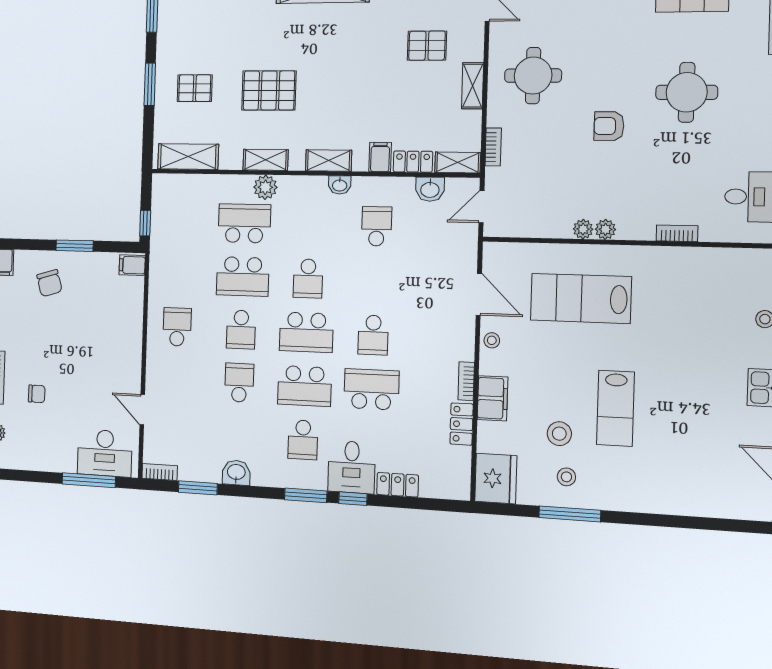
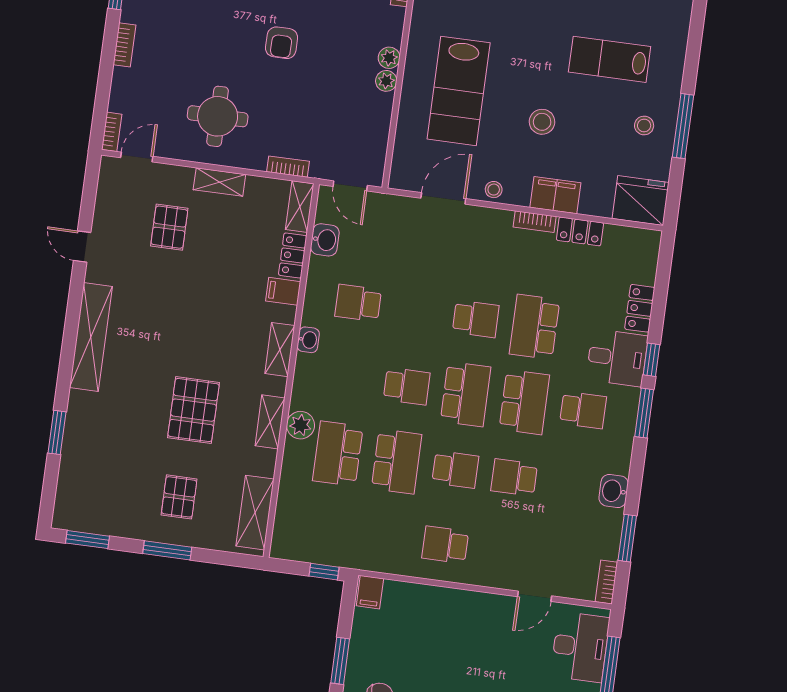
lab bench: (615, 408) -> (610, 59), moved, turned 180
stool: (559, 434) -> (542, 122), moved

